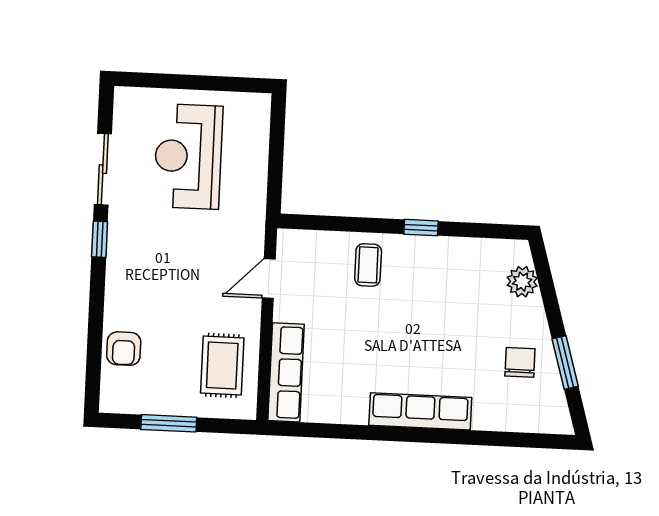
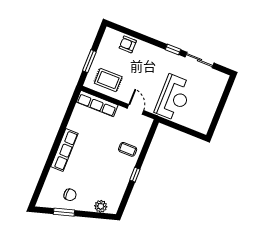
reception desk: (188, 156) -> (174, 98), moved, turned 90
window: (169, 423) -> (89, 61), moved

